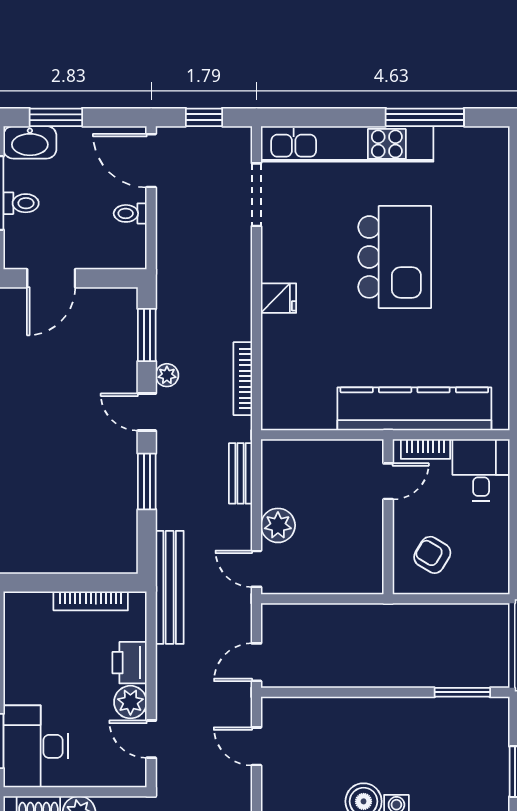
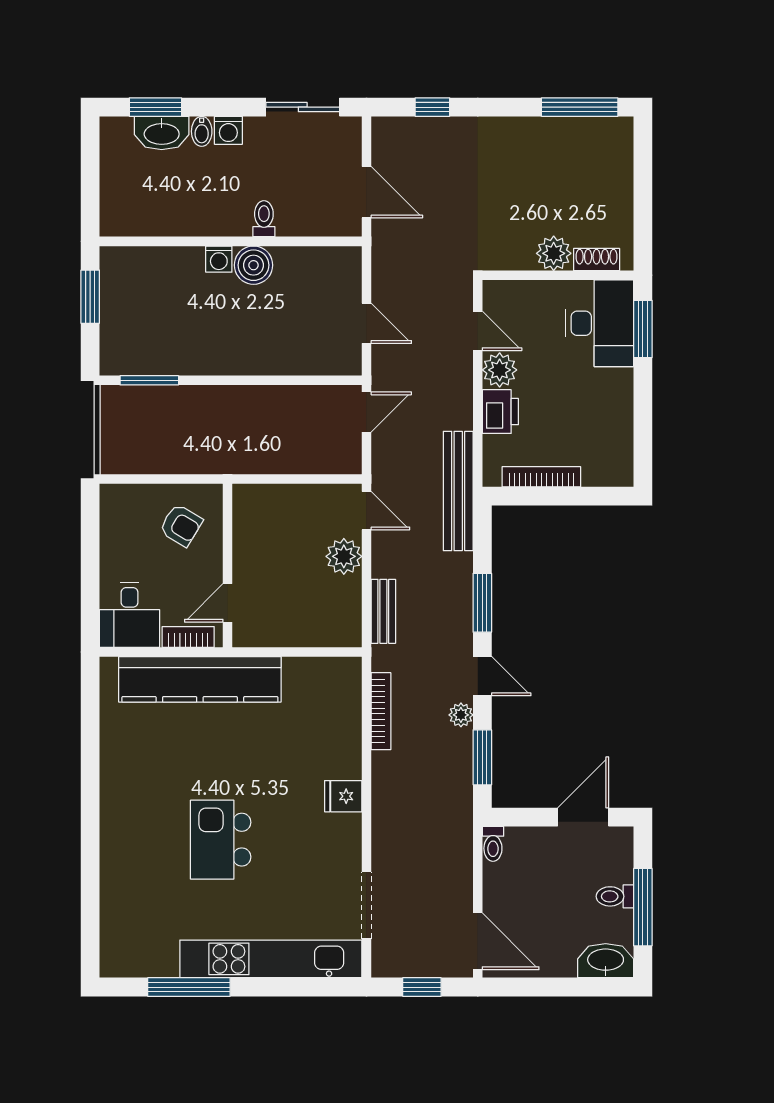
window: (56, 117) -> (578, 987), removed
toilet: (130, 213) -> (493, 844), moved, turned 90
kitchen island: (395, 257) -> (221, 840), width x0.73, depth x0.78

